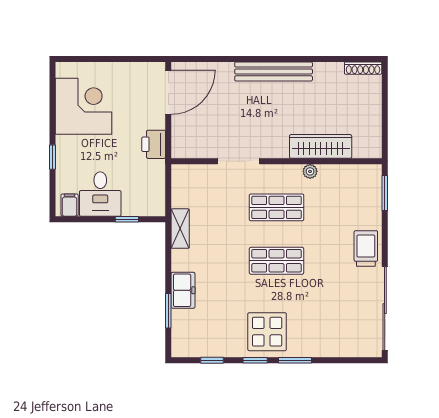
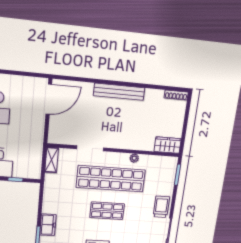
printer: (154, 144) -> (36, 133), removed
wardrobe: (321, 146) -> (168, 145), moved, width x0.67
shop shelf: (277, 207) -> (111, 179), width x2.00, depth x1.36
shelving: (180, 229) -> (52, 160), moved

